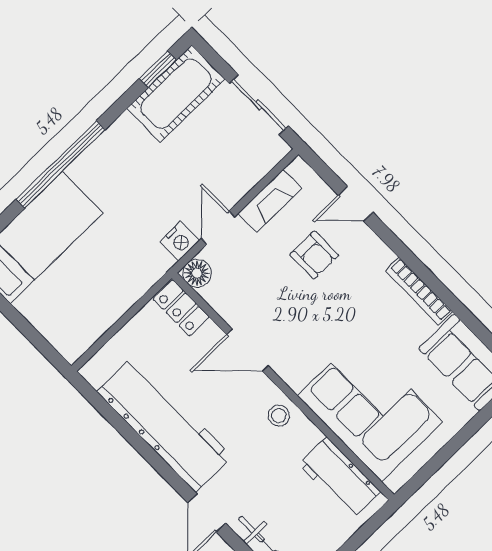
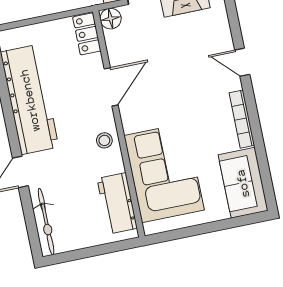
door: (356, 204) -> (242, 62), moved
armchair: (314, 255) -> (191, 54), removed
door: (247, 350) -> (111, 87), swing flipped

